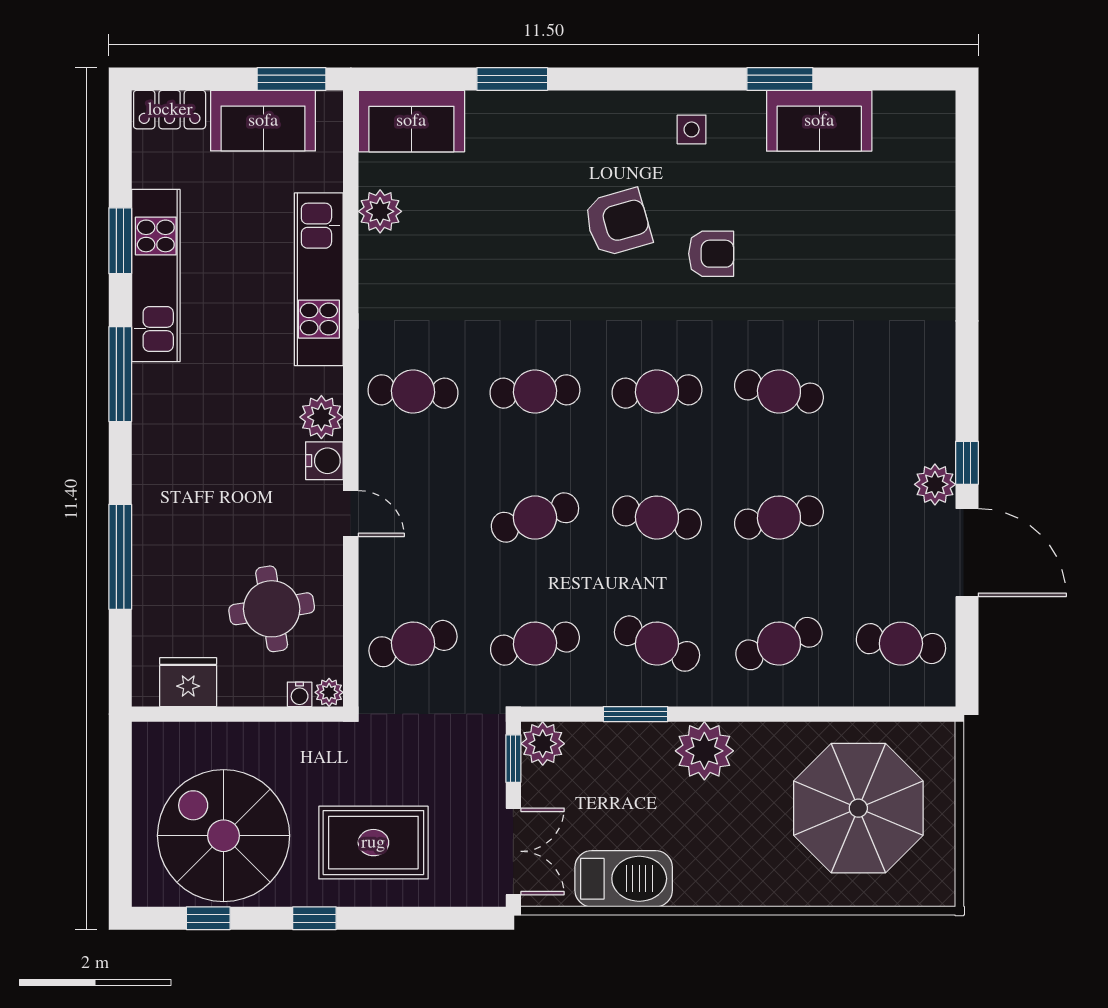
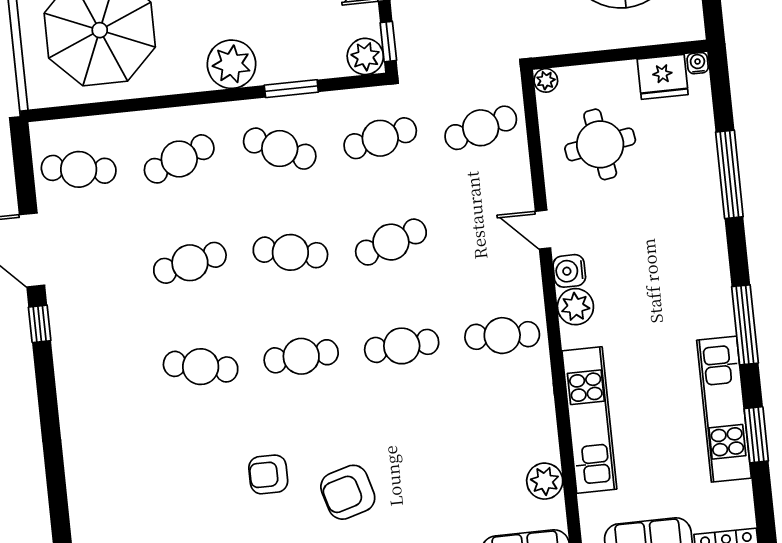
plant: (935, 484) -> (64, 303), removed
water cooler: (300, 694) -> (698, 63), moved

